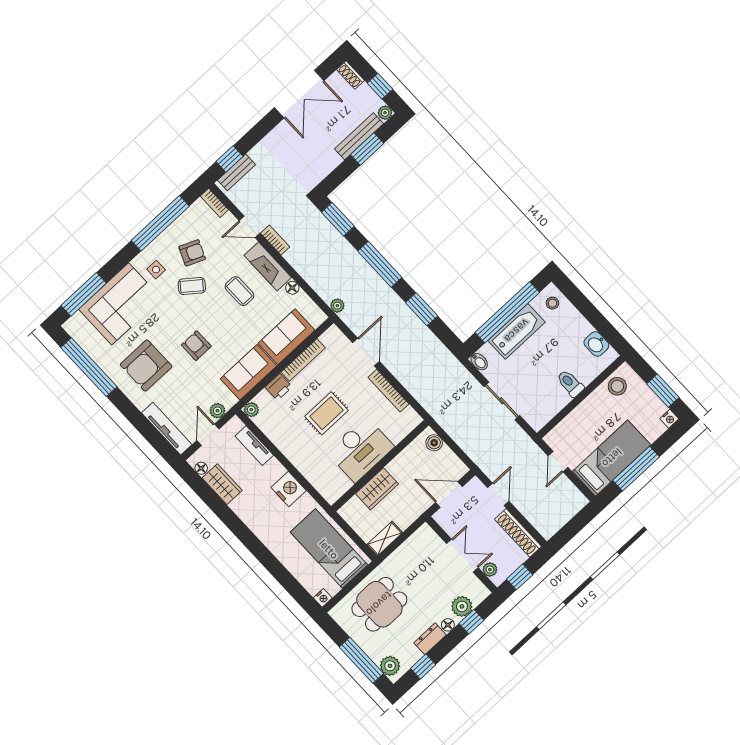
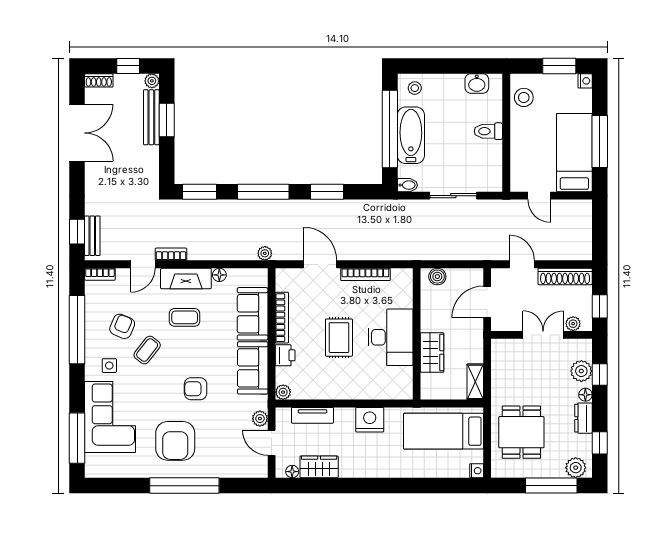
window: (89, 367) -> (184, 486), moved
tv unit: (167, 429) -> (238, 470), removed

